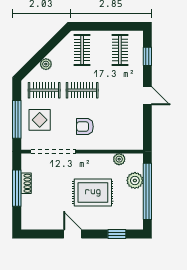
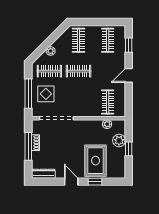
door: (147, 96) -> (129, 75), swing flipped
armchair: (85, 127) -> (81, 99), removed
clothes rail: (120, 130) -> (108, 102), added
window: (147, 191) -> (129, 149), width x0.32
rug: (93, 192) -> (96, 161), moved, turned 90
dresser: (36, 224) -> (43, 174), added
window: (117, 234) -> (95, 182), moved

